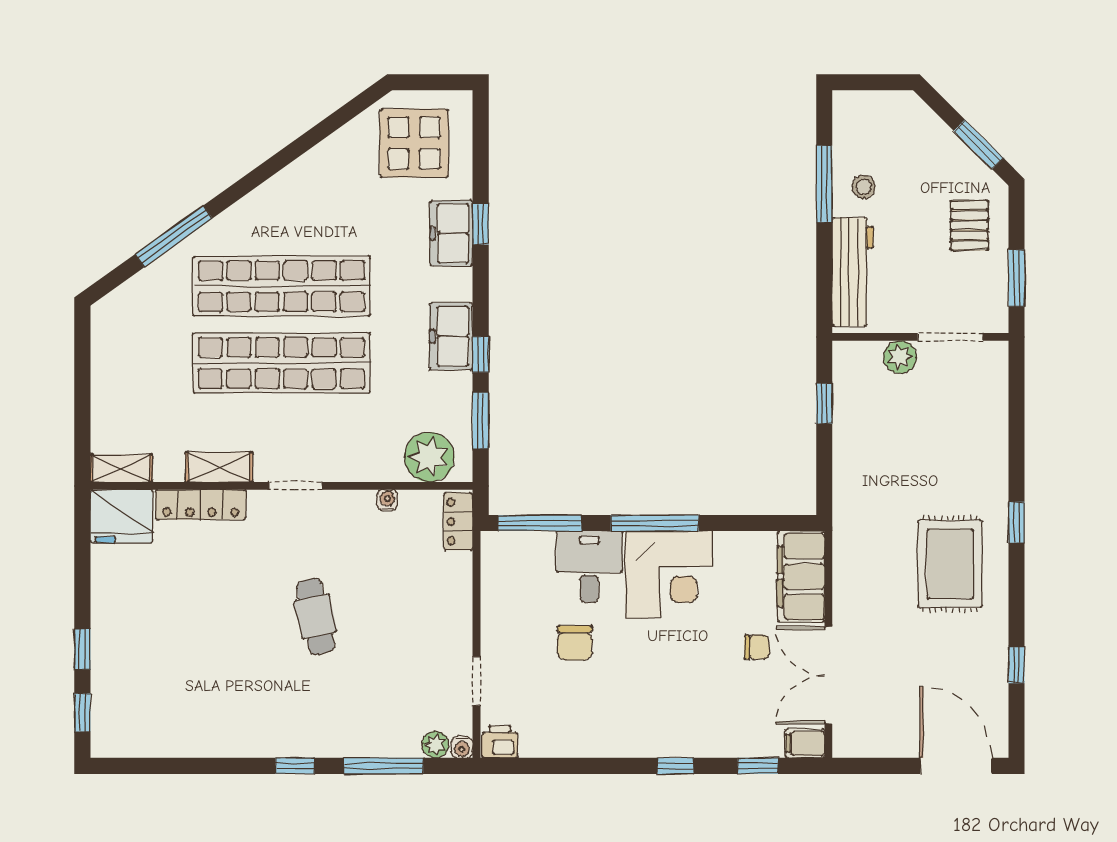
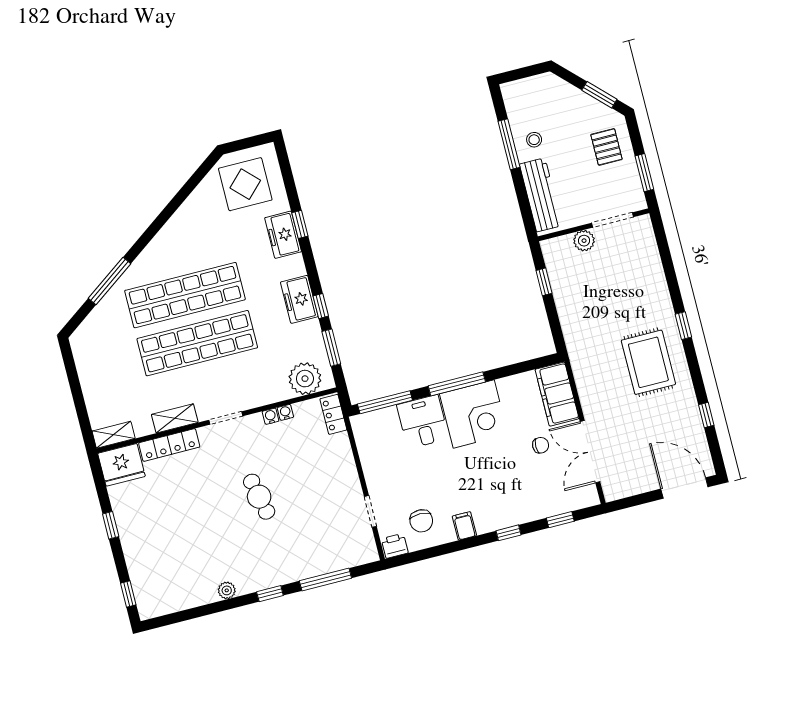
chair: (575, 643) -> (421, 521), moved
window: (82, 649) -> (111, 525), moved
filing cabinet: (805, 743) -> (464, 526), moved, turned 90
plant: (435, 745) -> (227, 590), moved
water cooler: (462, 747) -> (271, 416), moved, turned 180

